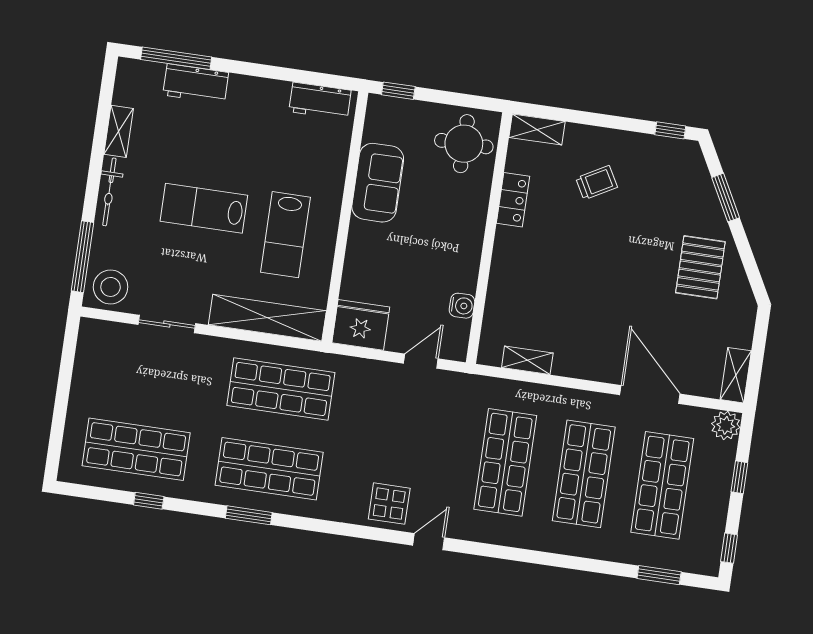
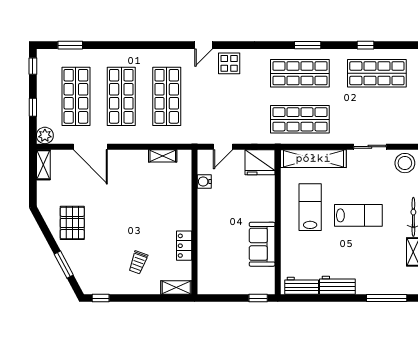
workbench: (196, 84) -> (337, 285), moved
round table: (464, 144) -> (217, 273), removed
trolley: (597, 183) -> (138, 262), turned -41

